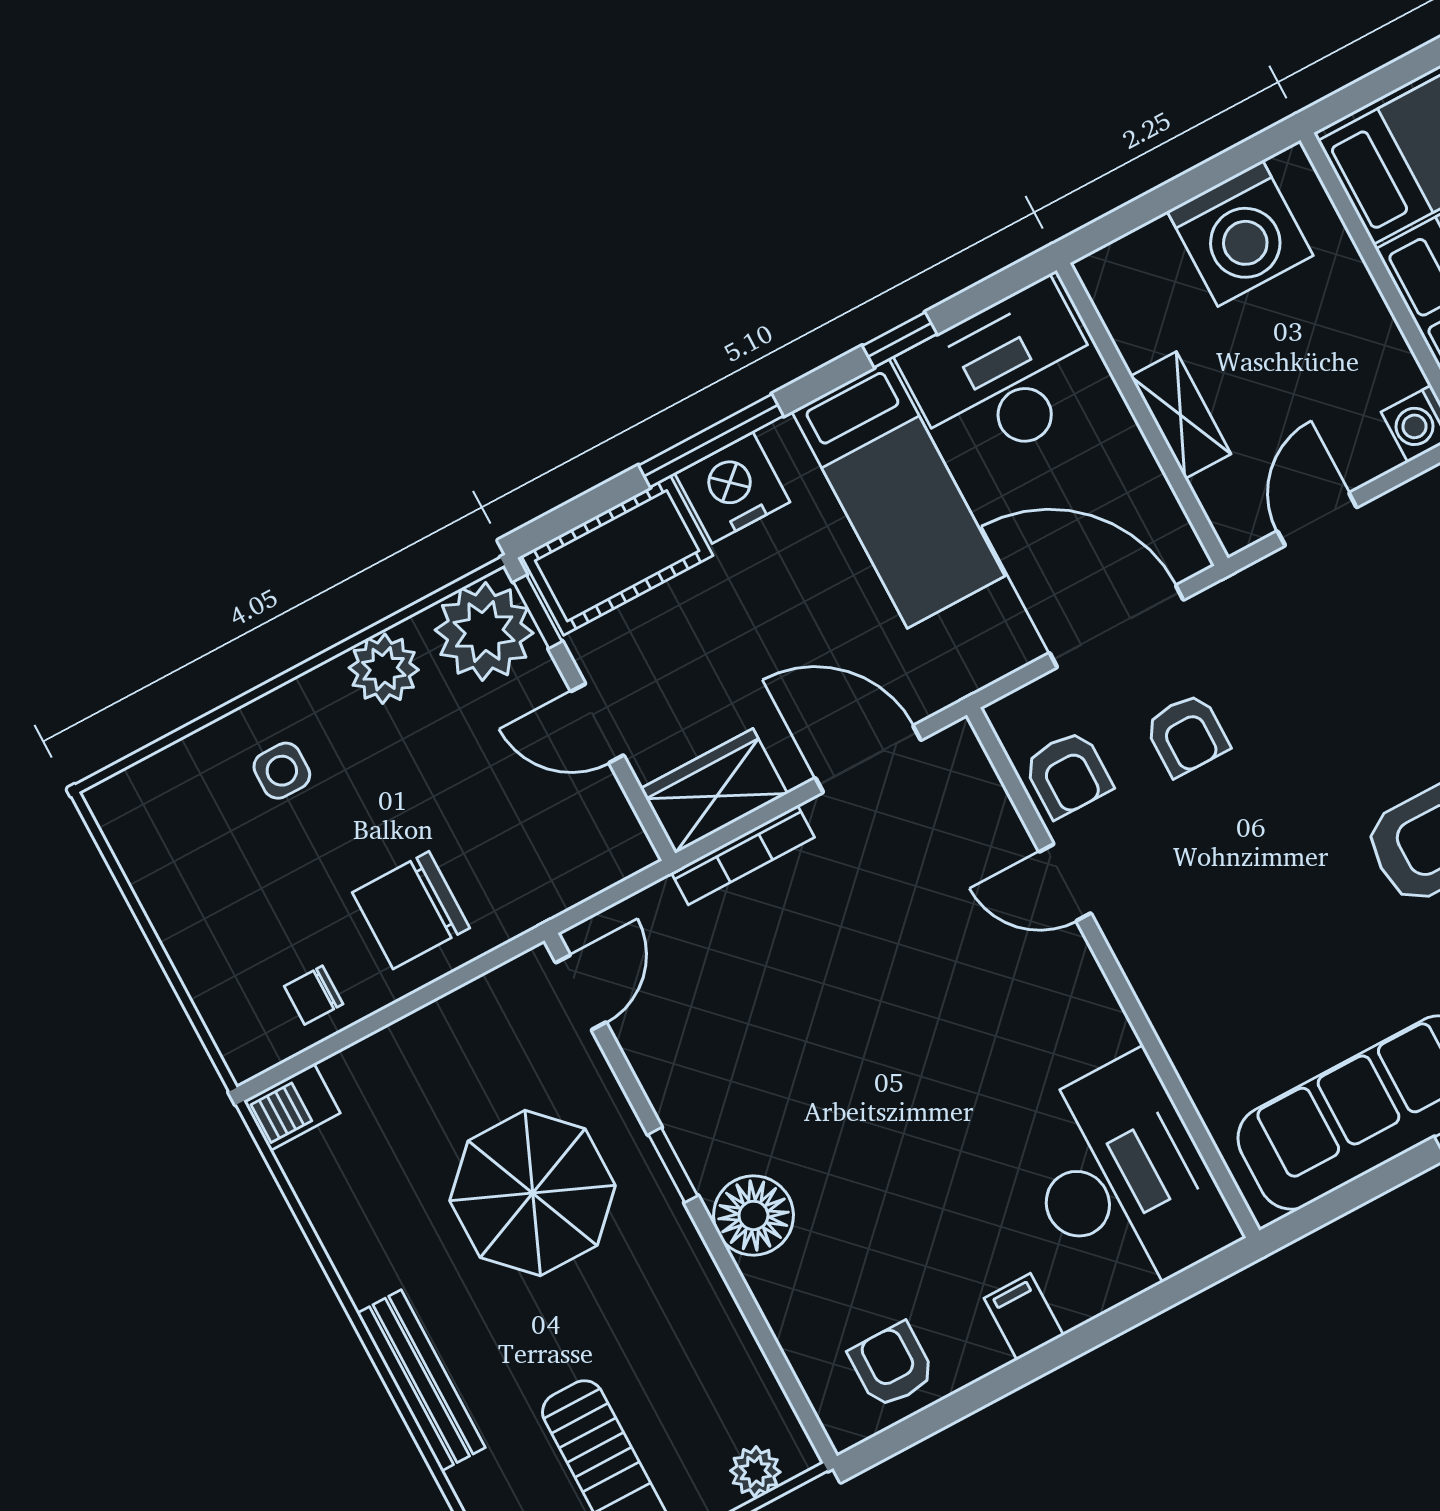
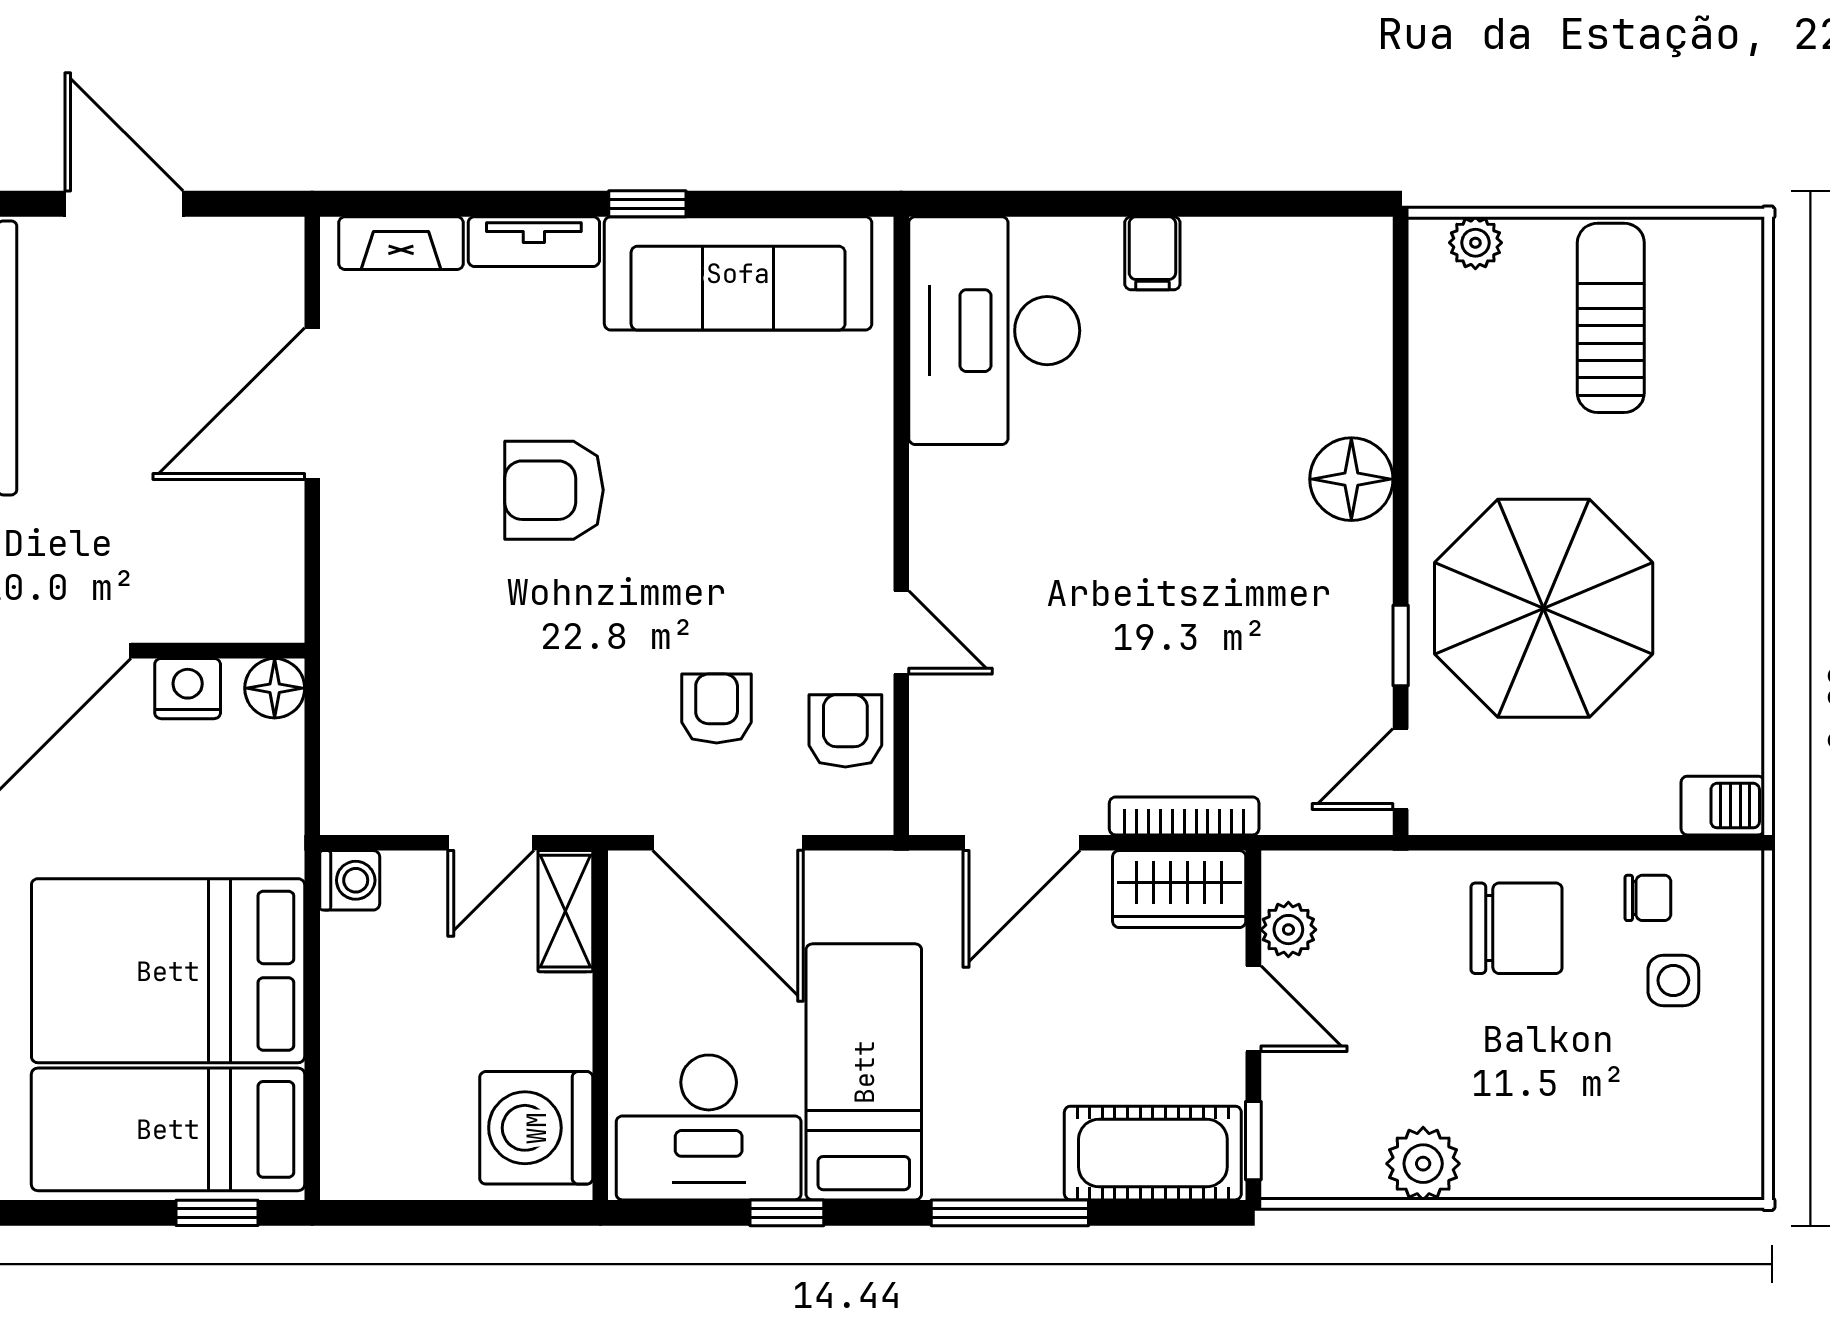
window: (1382, 83) -> (217, 1213), added
washing machine: (1240, 233) -> (536, 1128), moved, turned -90
shelving: (1181, 415) -> (565, 911), moved
nightstand: (732, 488) -> (1013, 1159), removed
plant: (484, 631) -> (1288, 930), moved, width x0.53, depth x0.53
door: (868, 759) -> (1022, 843), hinge flipped
side table: (282, 771) -> (1673, 980), moved
window: (673, 1165) -> (1401, 646), moved
parasol: (533, 1193) -> (1544, 608), width x1.36, depth x1.36
armchair: (892, 1365) -> (1298, 273), removed
bench: (421, 1380) -> (1738, 491), removed

